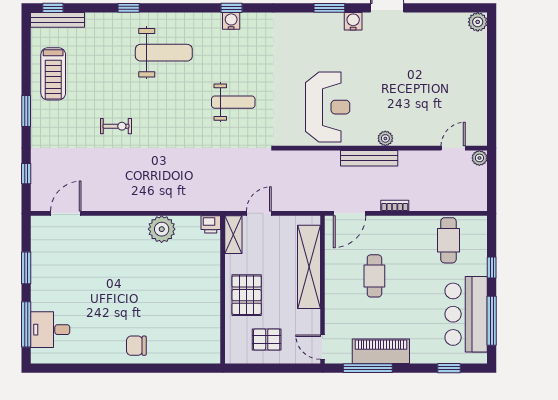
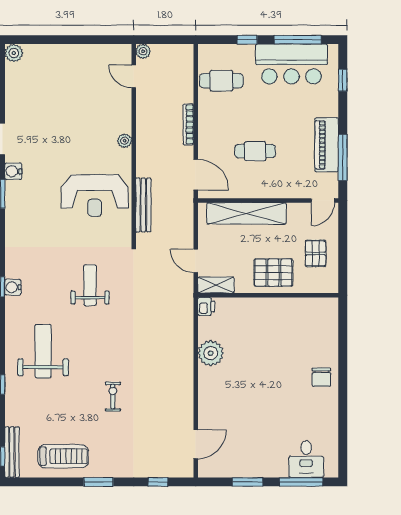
reception desk: (328, 107) -> (95, 196), turned 180
bench: (369, 158) -> (143, 205), moved
bookcase: (395, 206) -> (188, 124), width x1.56
door: (66, 213) -> (196, 444), swing flipped

